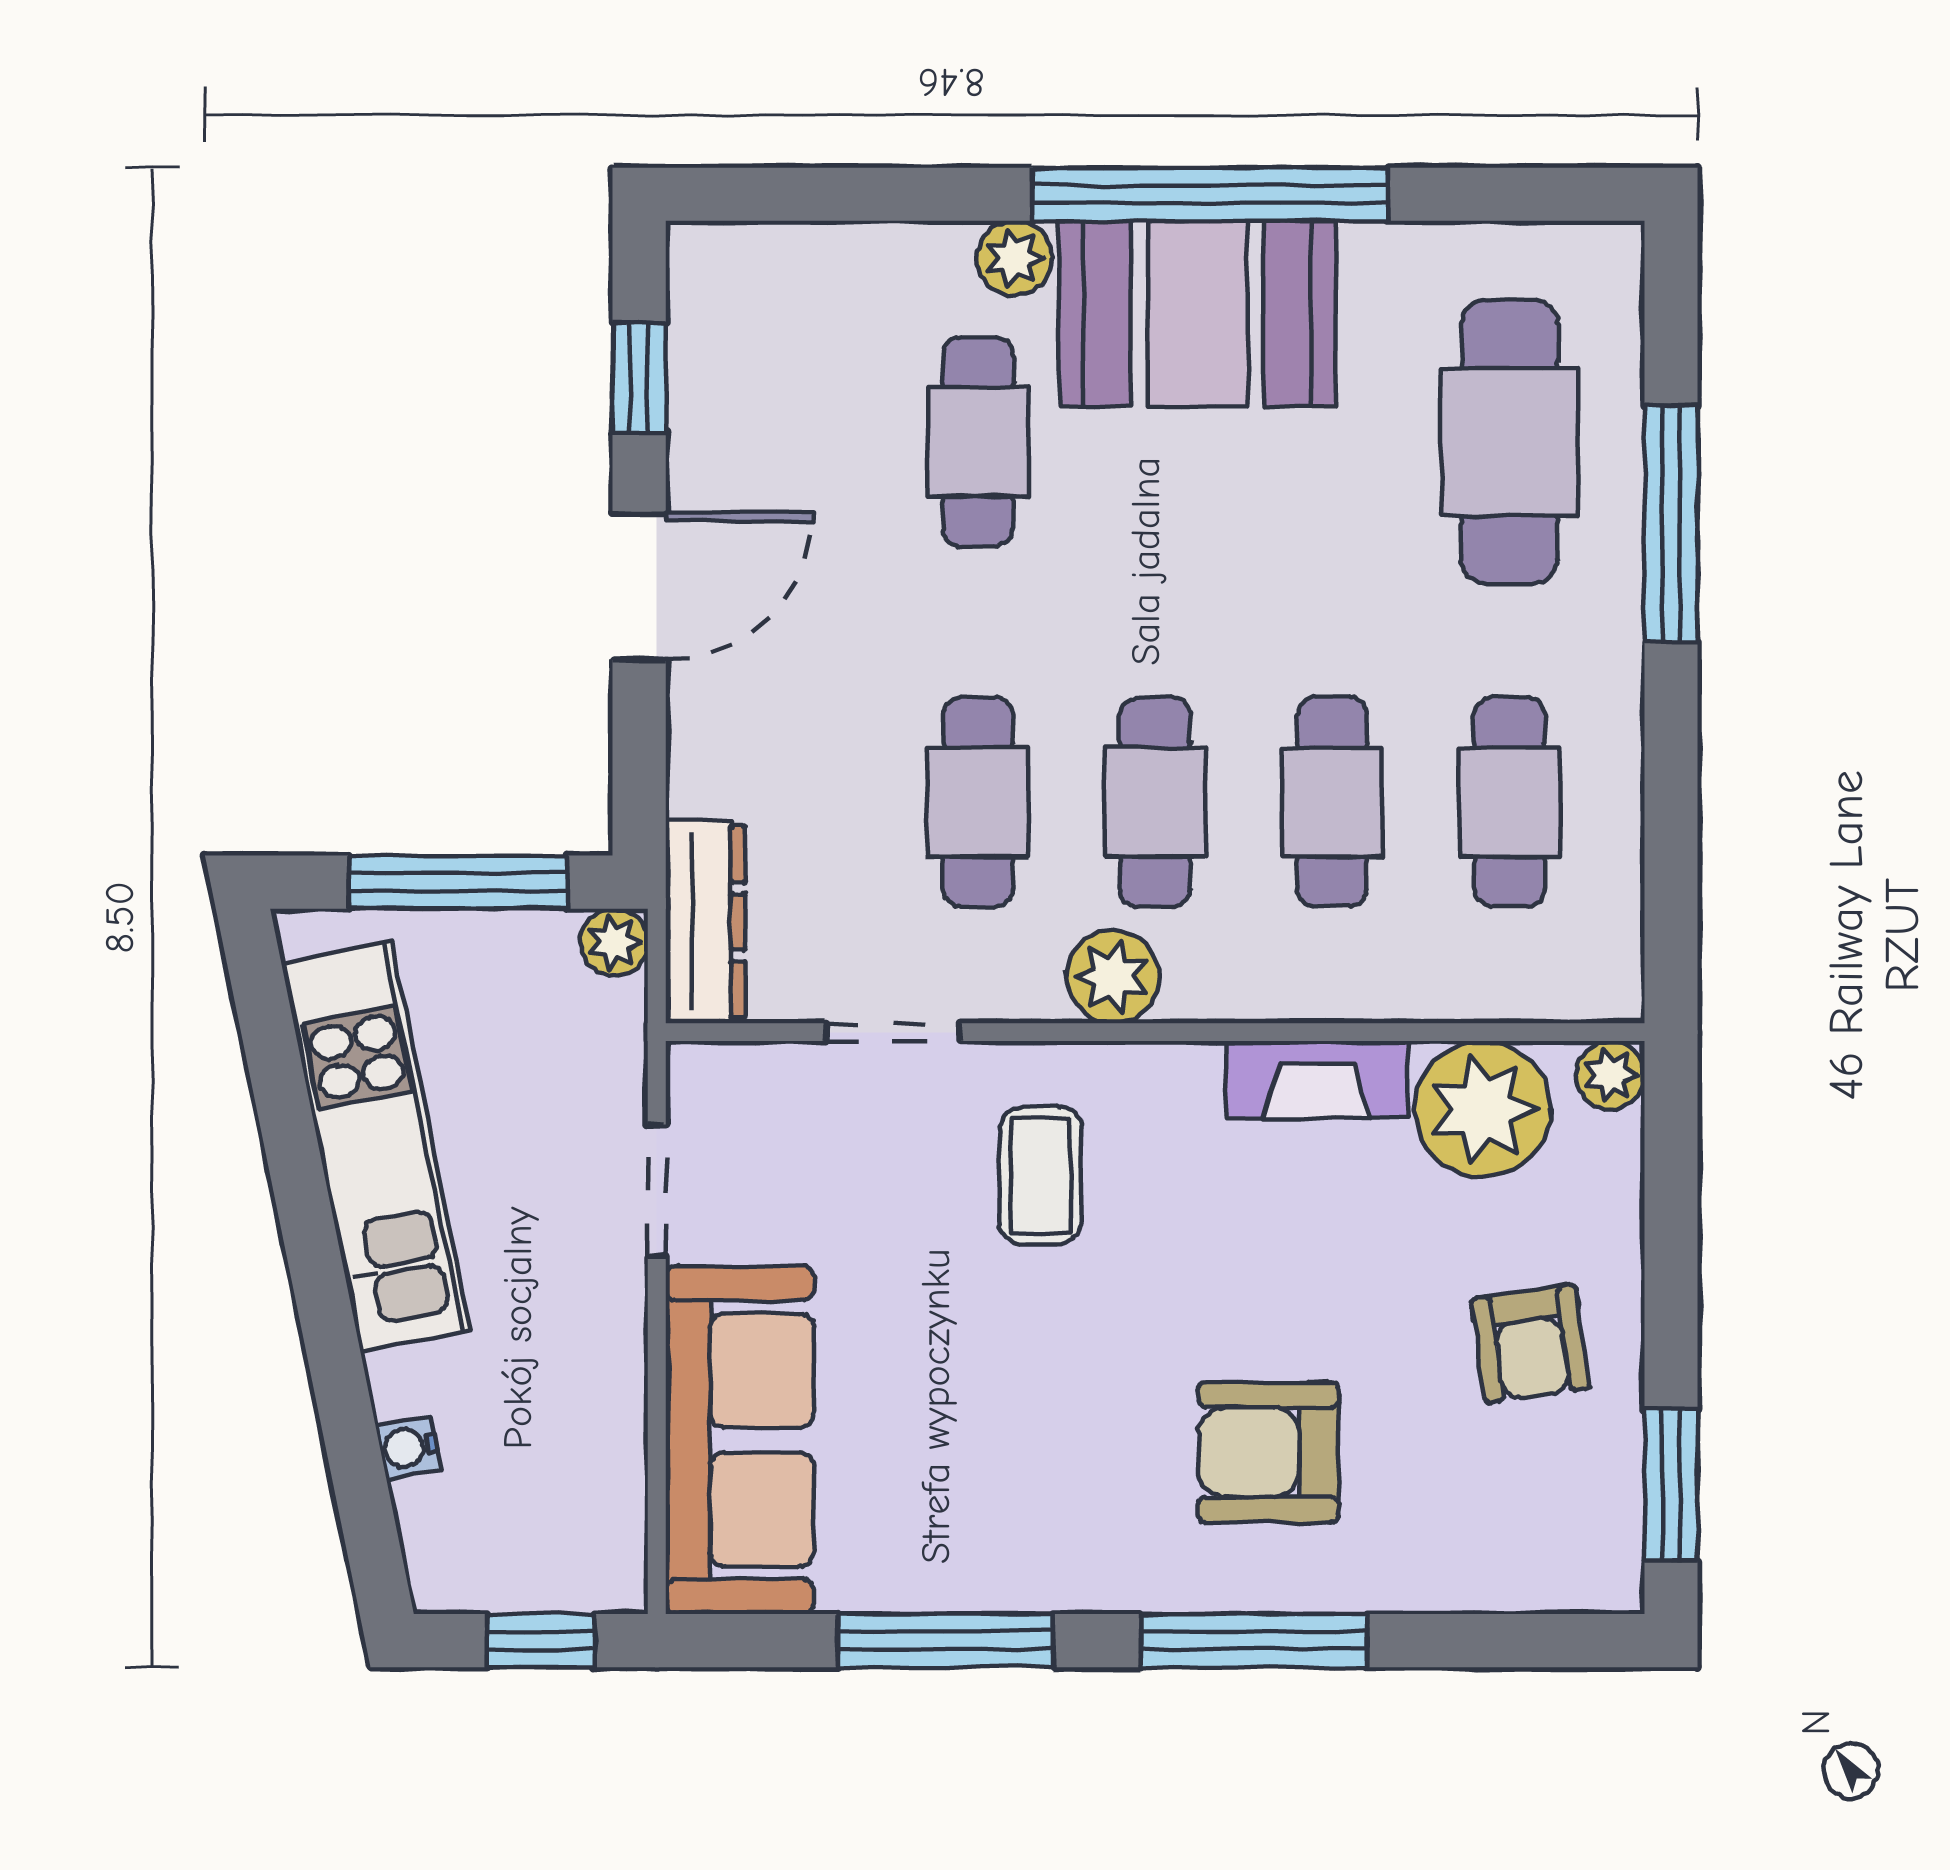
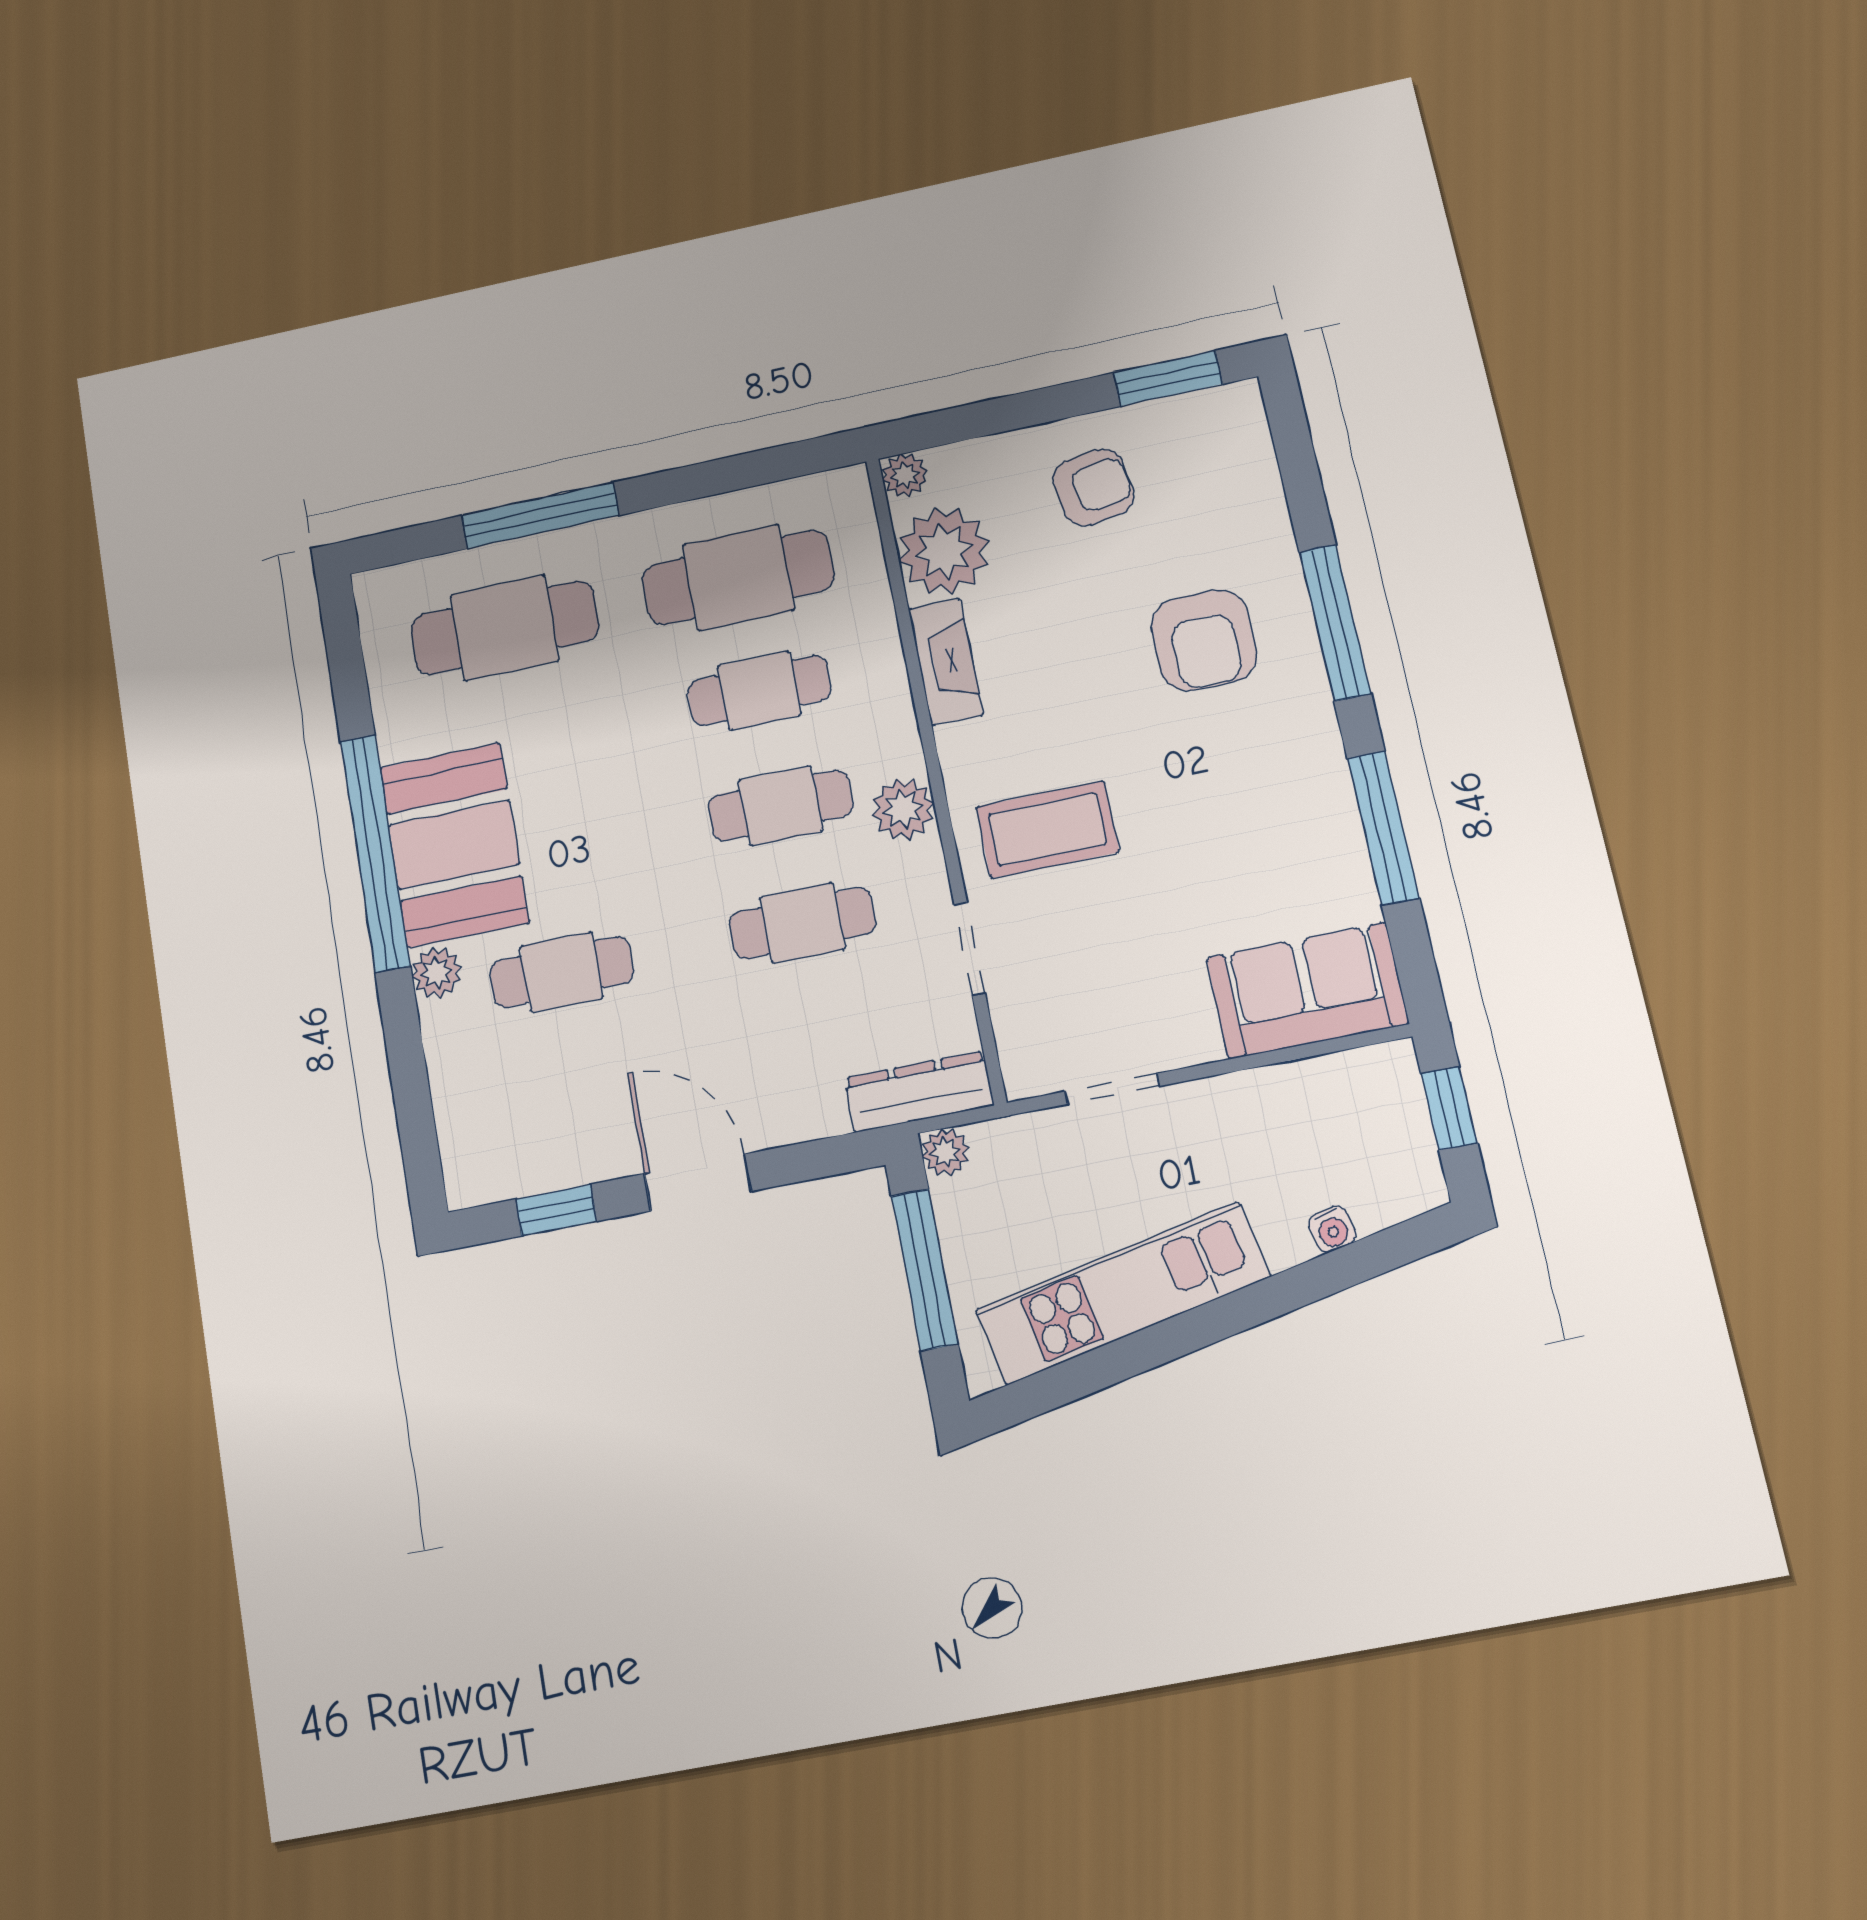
cafe table: (1509, 802) -> (738, 578), width x1.37, depth x1.35
coffee table: (1041, 1175) -> (1047, 829), width x1.36, depth x1.30
sofa: (740, 1440) -> (1307, 990), width x0.73

